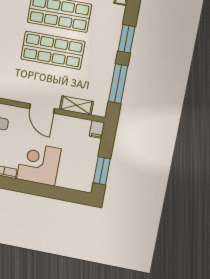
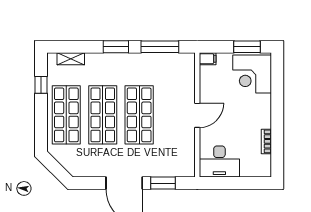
shelving: (76, 105) -> (188, 83), removed
corner desk: (39, 164) -> (252, 74), moved

